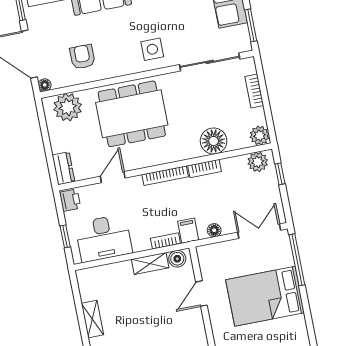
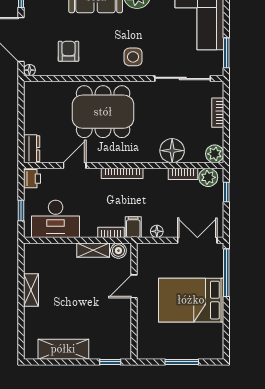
plant: (68, 107) -> (46, 94), removed
bookcase: (204, 168) -> (183, 174), moved

